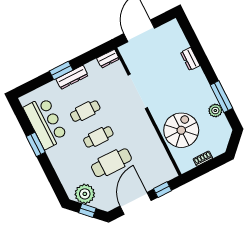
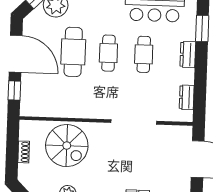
dresser: (108, 59) -> (187, 97), moved
window: (61, 70) -> (202, 28), moved
dresser: (72, 77) -> (188, 55), width x0.70

